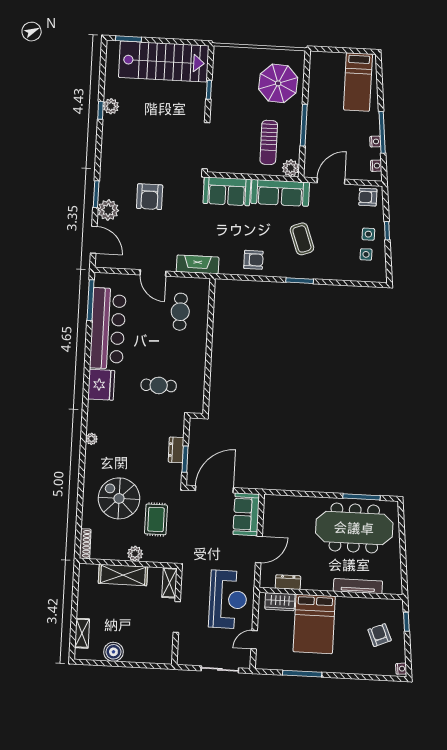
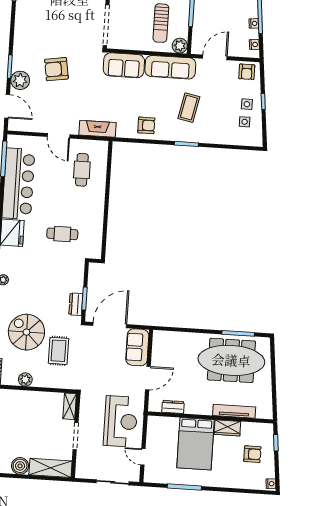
armchair: (150, 197) -> (56, 69), turned 81
armchair: (368, 197) -> (247, 72), turned -90
coffee table: (302, 239) -> (189, 108), turned 32
dresser: (176, 450) -> (76, 304), moved
plant: (135, 554) -> (25, 379), moved
shelving: (123, 575) -> (50, 468), moved
wardrobe: (280, 602) -> (227, 428), moved
armchair: (380, 635) -> (252, 454), turned 113
door: (254, 640) -> (143, 457), hinge flipped

